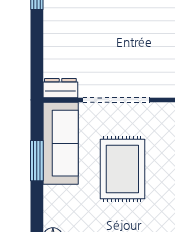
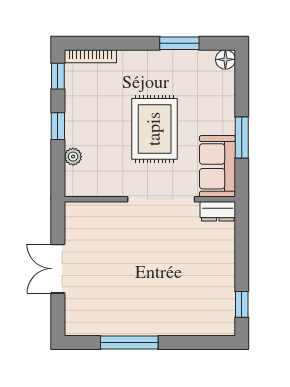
sofa: (61, 143) -> (217, 166), width x0.73

